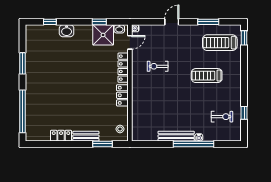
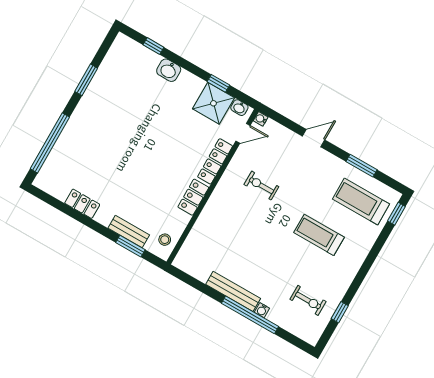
bench: (86, 136) -> (129, 232), moved

